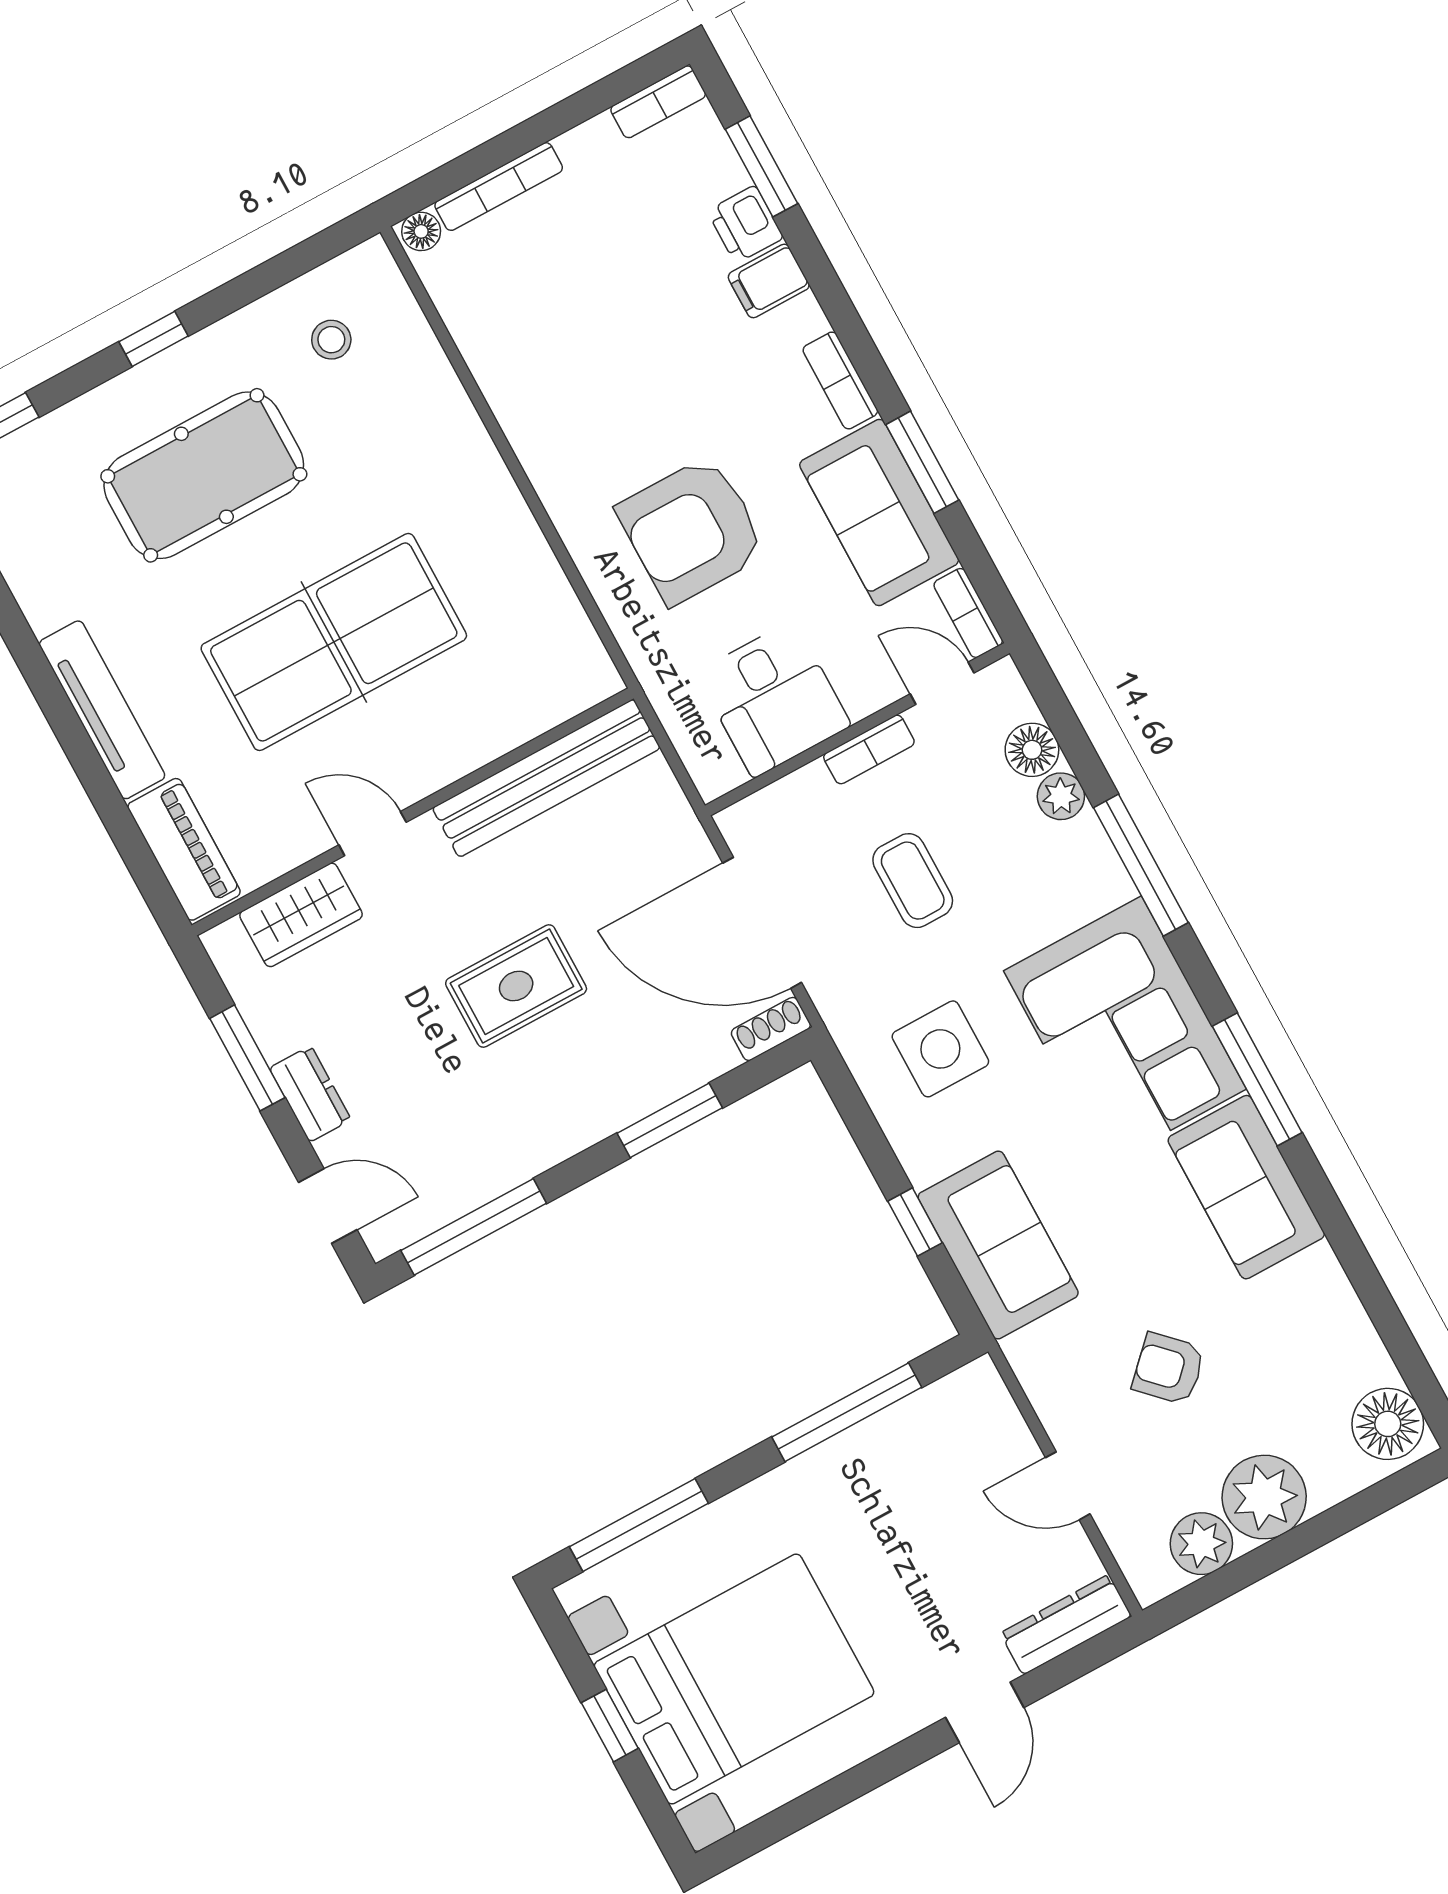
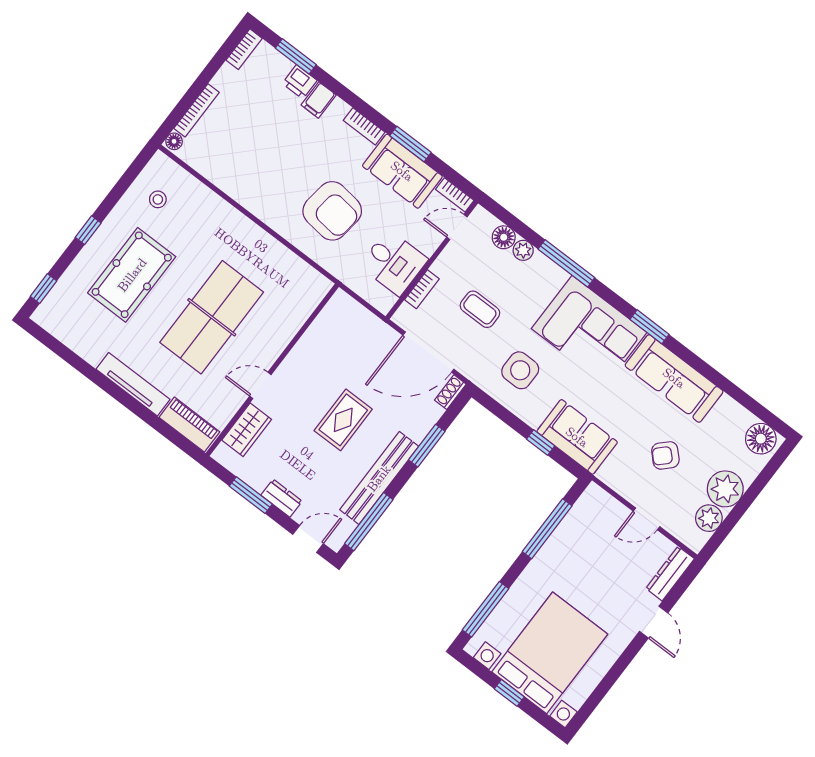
armchair: (692, 530) -> (332, 211), turned -83
bookcase: (869, 749) -> (422, 289), moved
bench: (546, 778) -> (379, 478), moved
window: (1257, 1079) -> (649, 327), width x0.69
sofa: (1246, 1187) -> (674, 378), width x1.36

